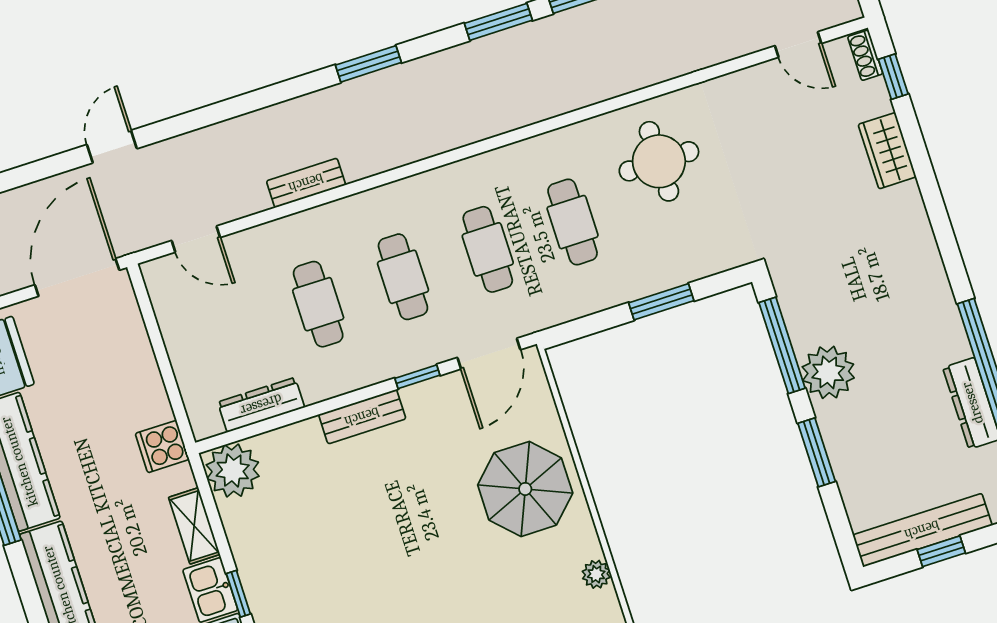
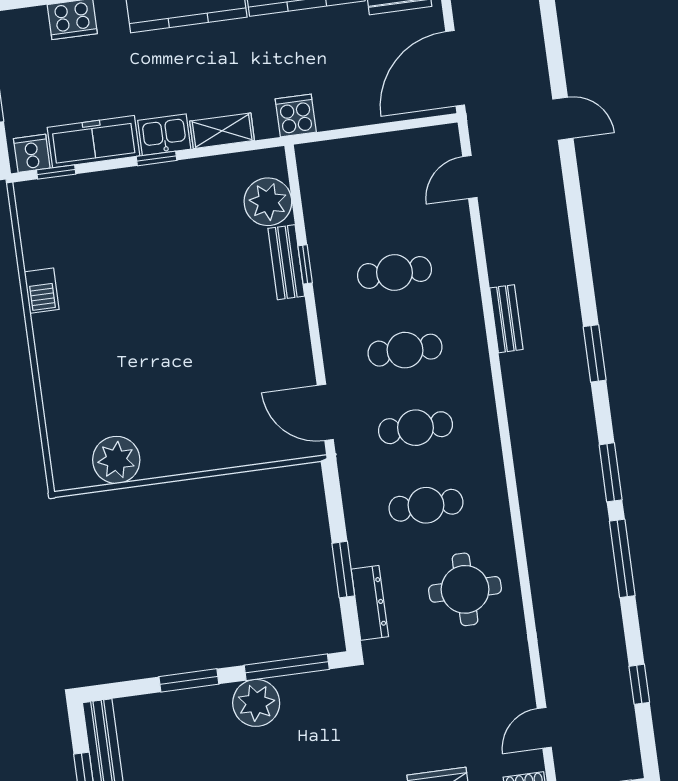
bench: (306, 183) -> (506, 319), moved
door: (77, 277) -> (455, 68), swing flipped
window: (417, 377) -> (305, 264), moved
dresser: (261, 405) -> (370, 603), moved
bench: (362, 417) -> (286, 262), moved
plant: (233, 471) -> (268, 202), moved
parasol: (525, 489) -> (203, 423), removed
plant: (596, 574) -> (116, 460), width x1.87, depth x1.87

